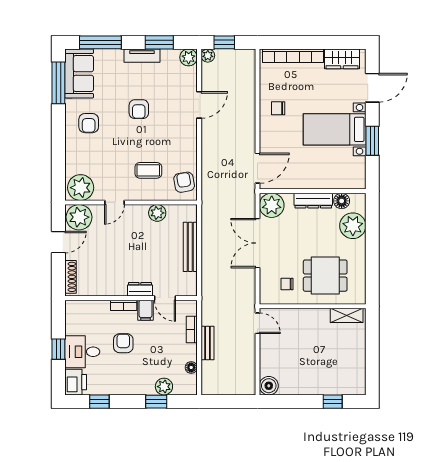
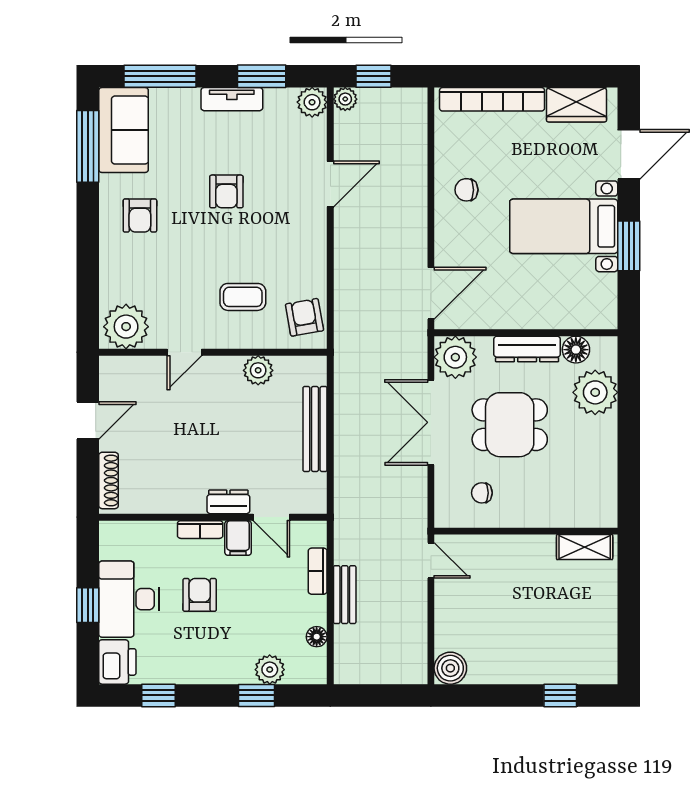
plant: (79, 217) -> (123, 378), removed
dining table: (325, 276) -> (510, 425), moved
desk: (82, 352) -> (129, 599), width x1.37

